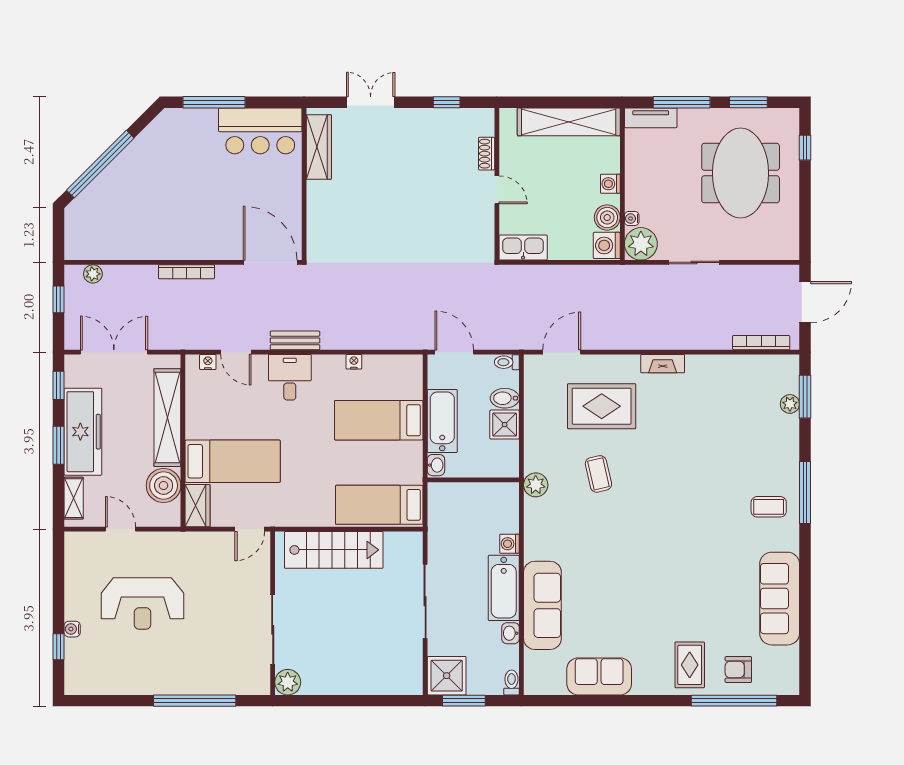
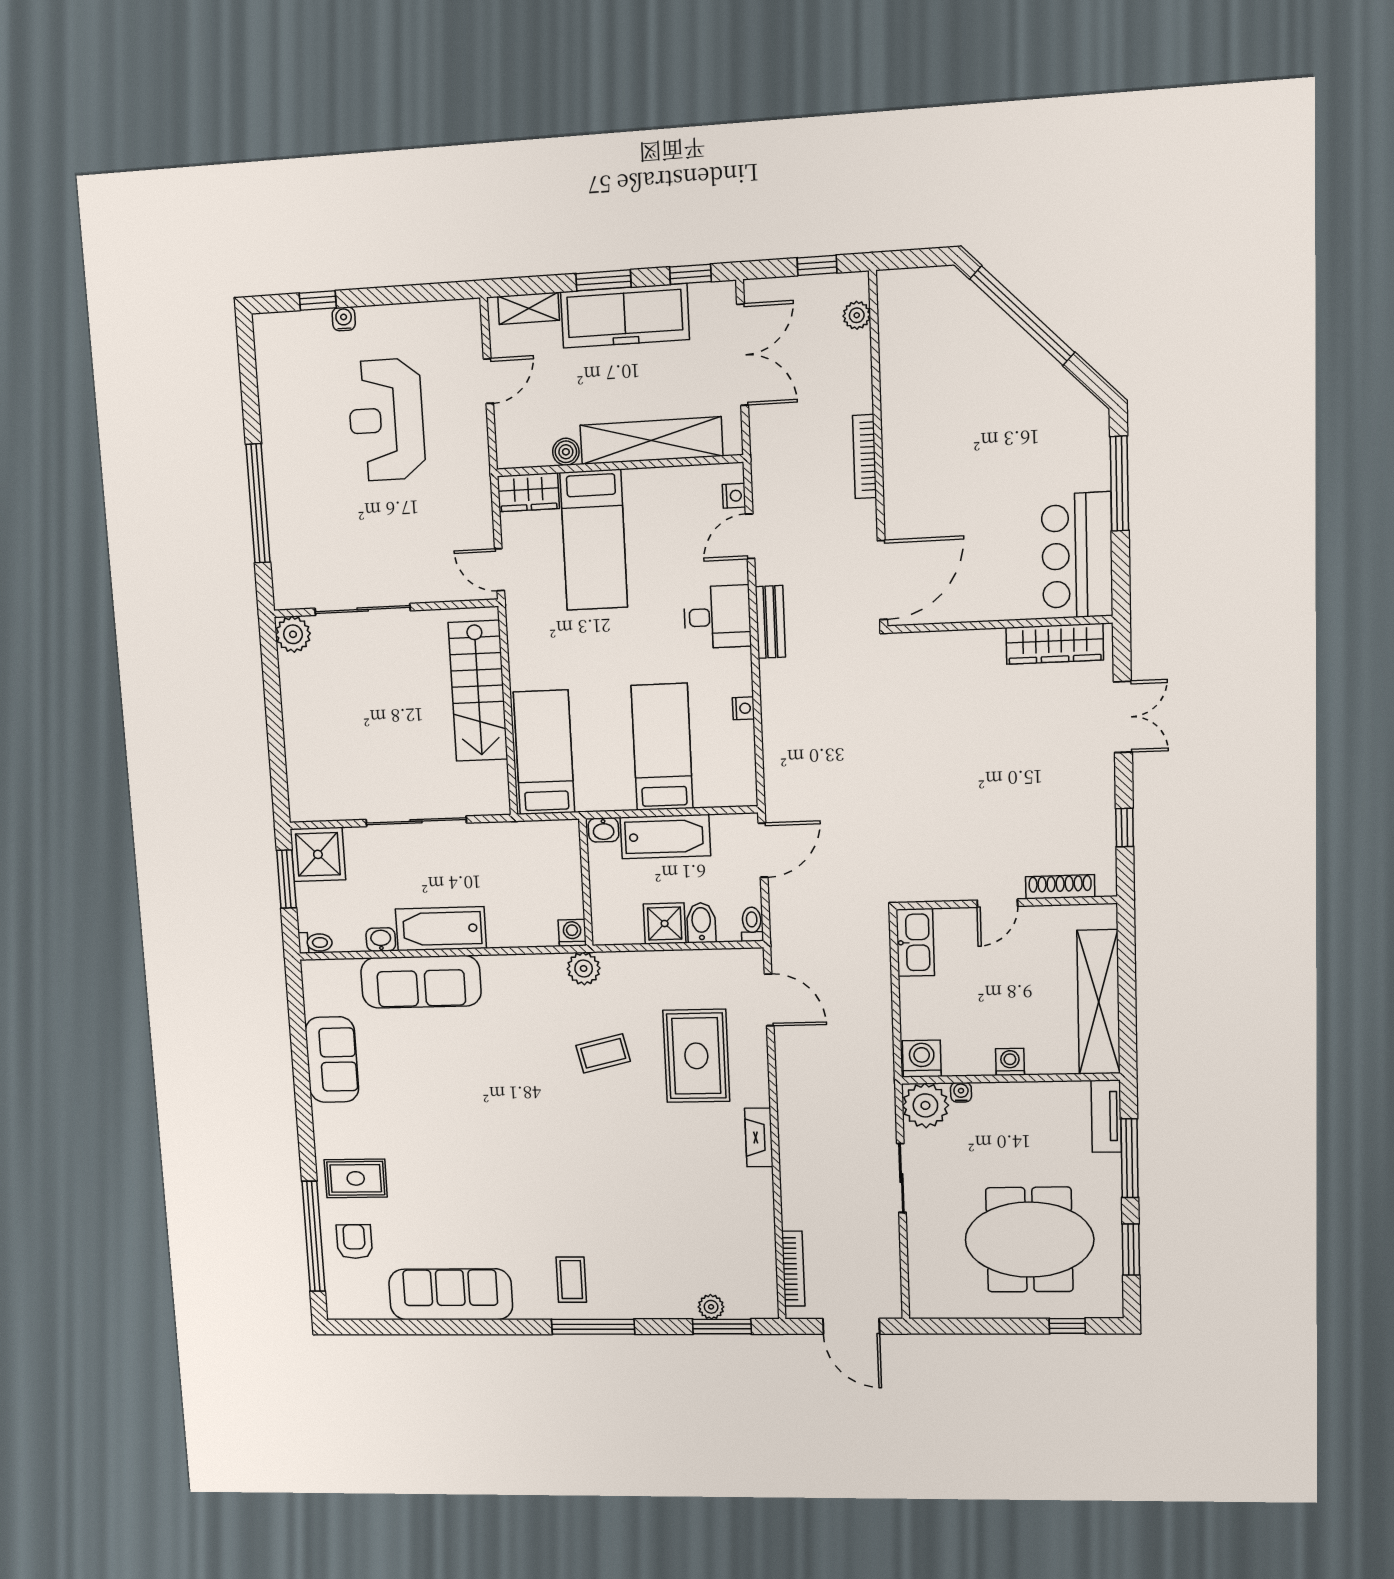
shoe rack: (487, 154) -> (1060, 887), width x1.43
boiler: (607, 218) -> (962, 1058), removed
boiler: (164, 486) -> (566, 452), width x0.54, depth x0.54
washing machine: (509, 544) -> (572, 933), moved

